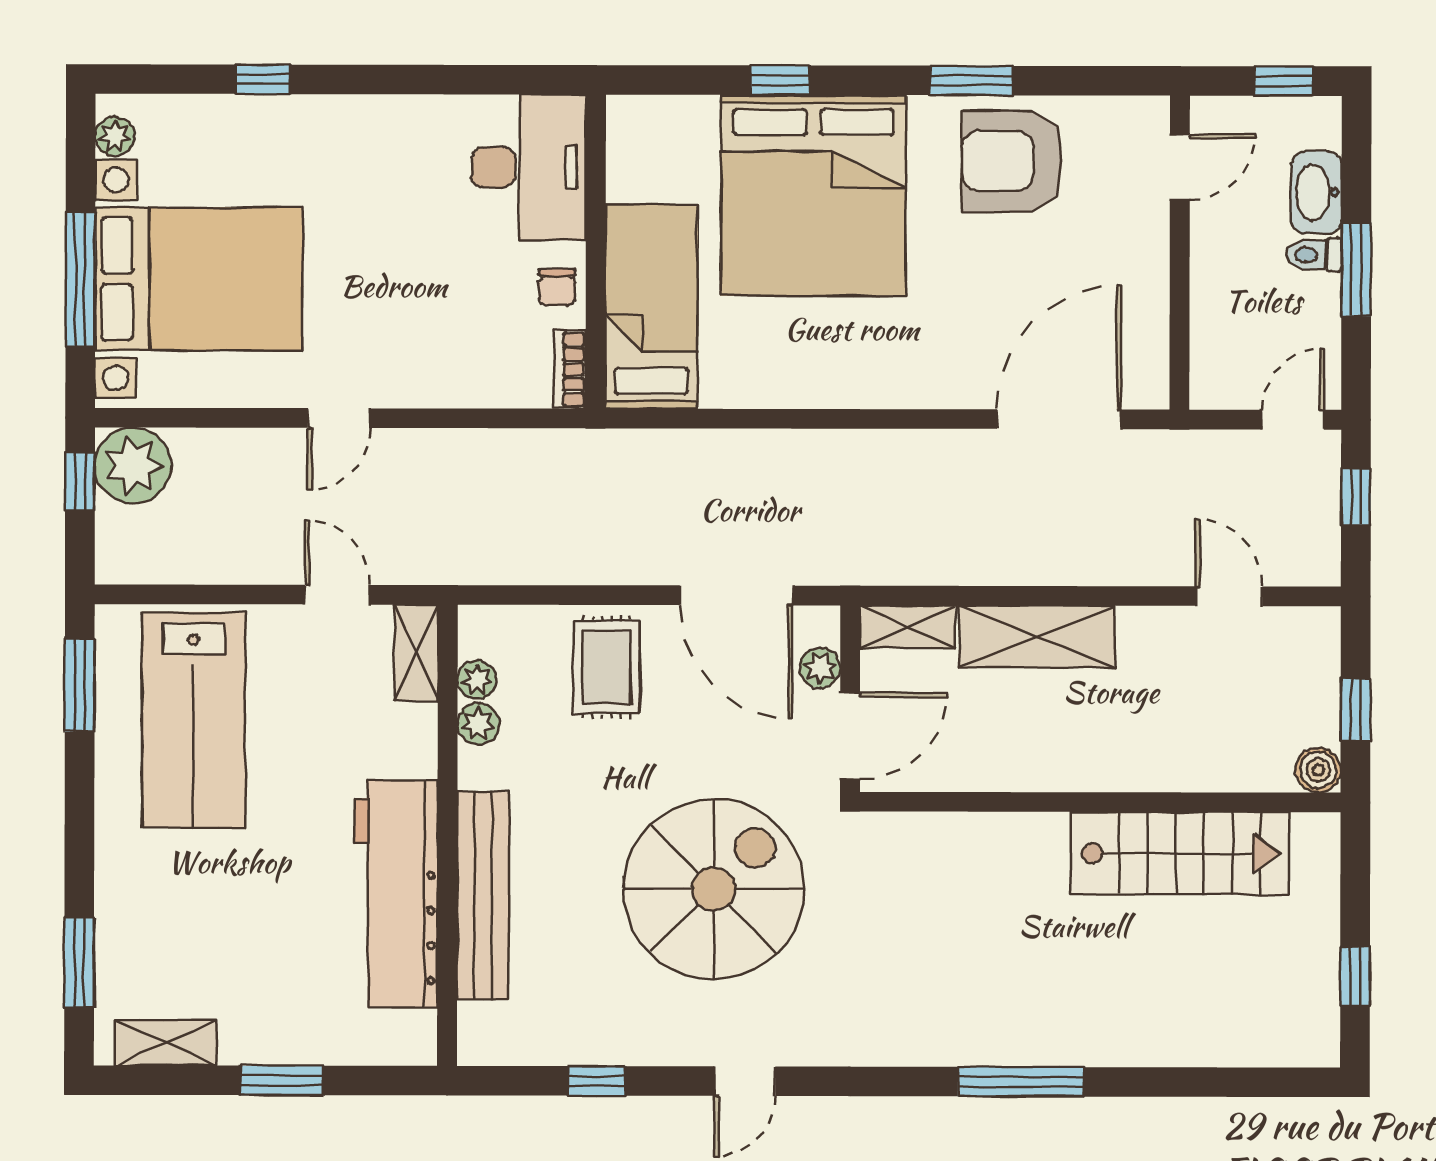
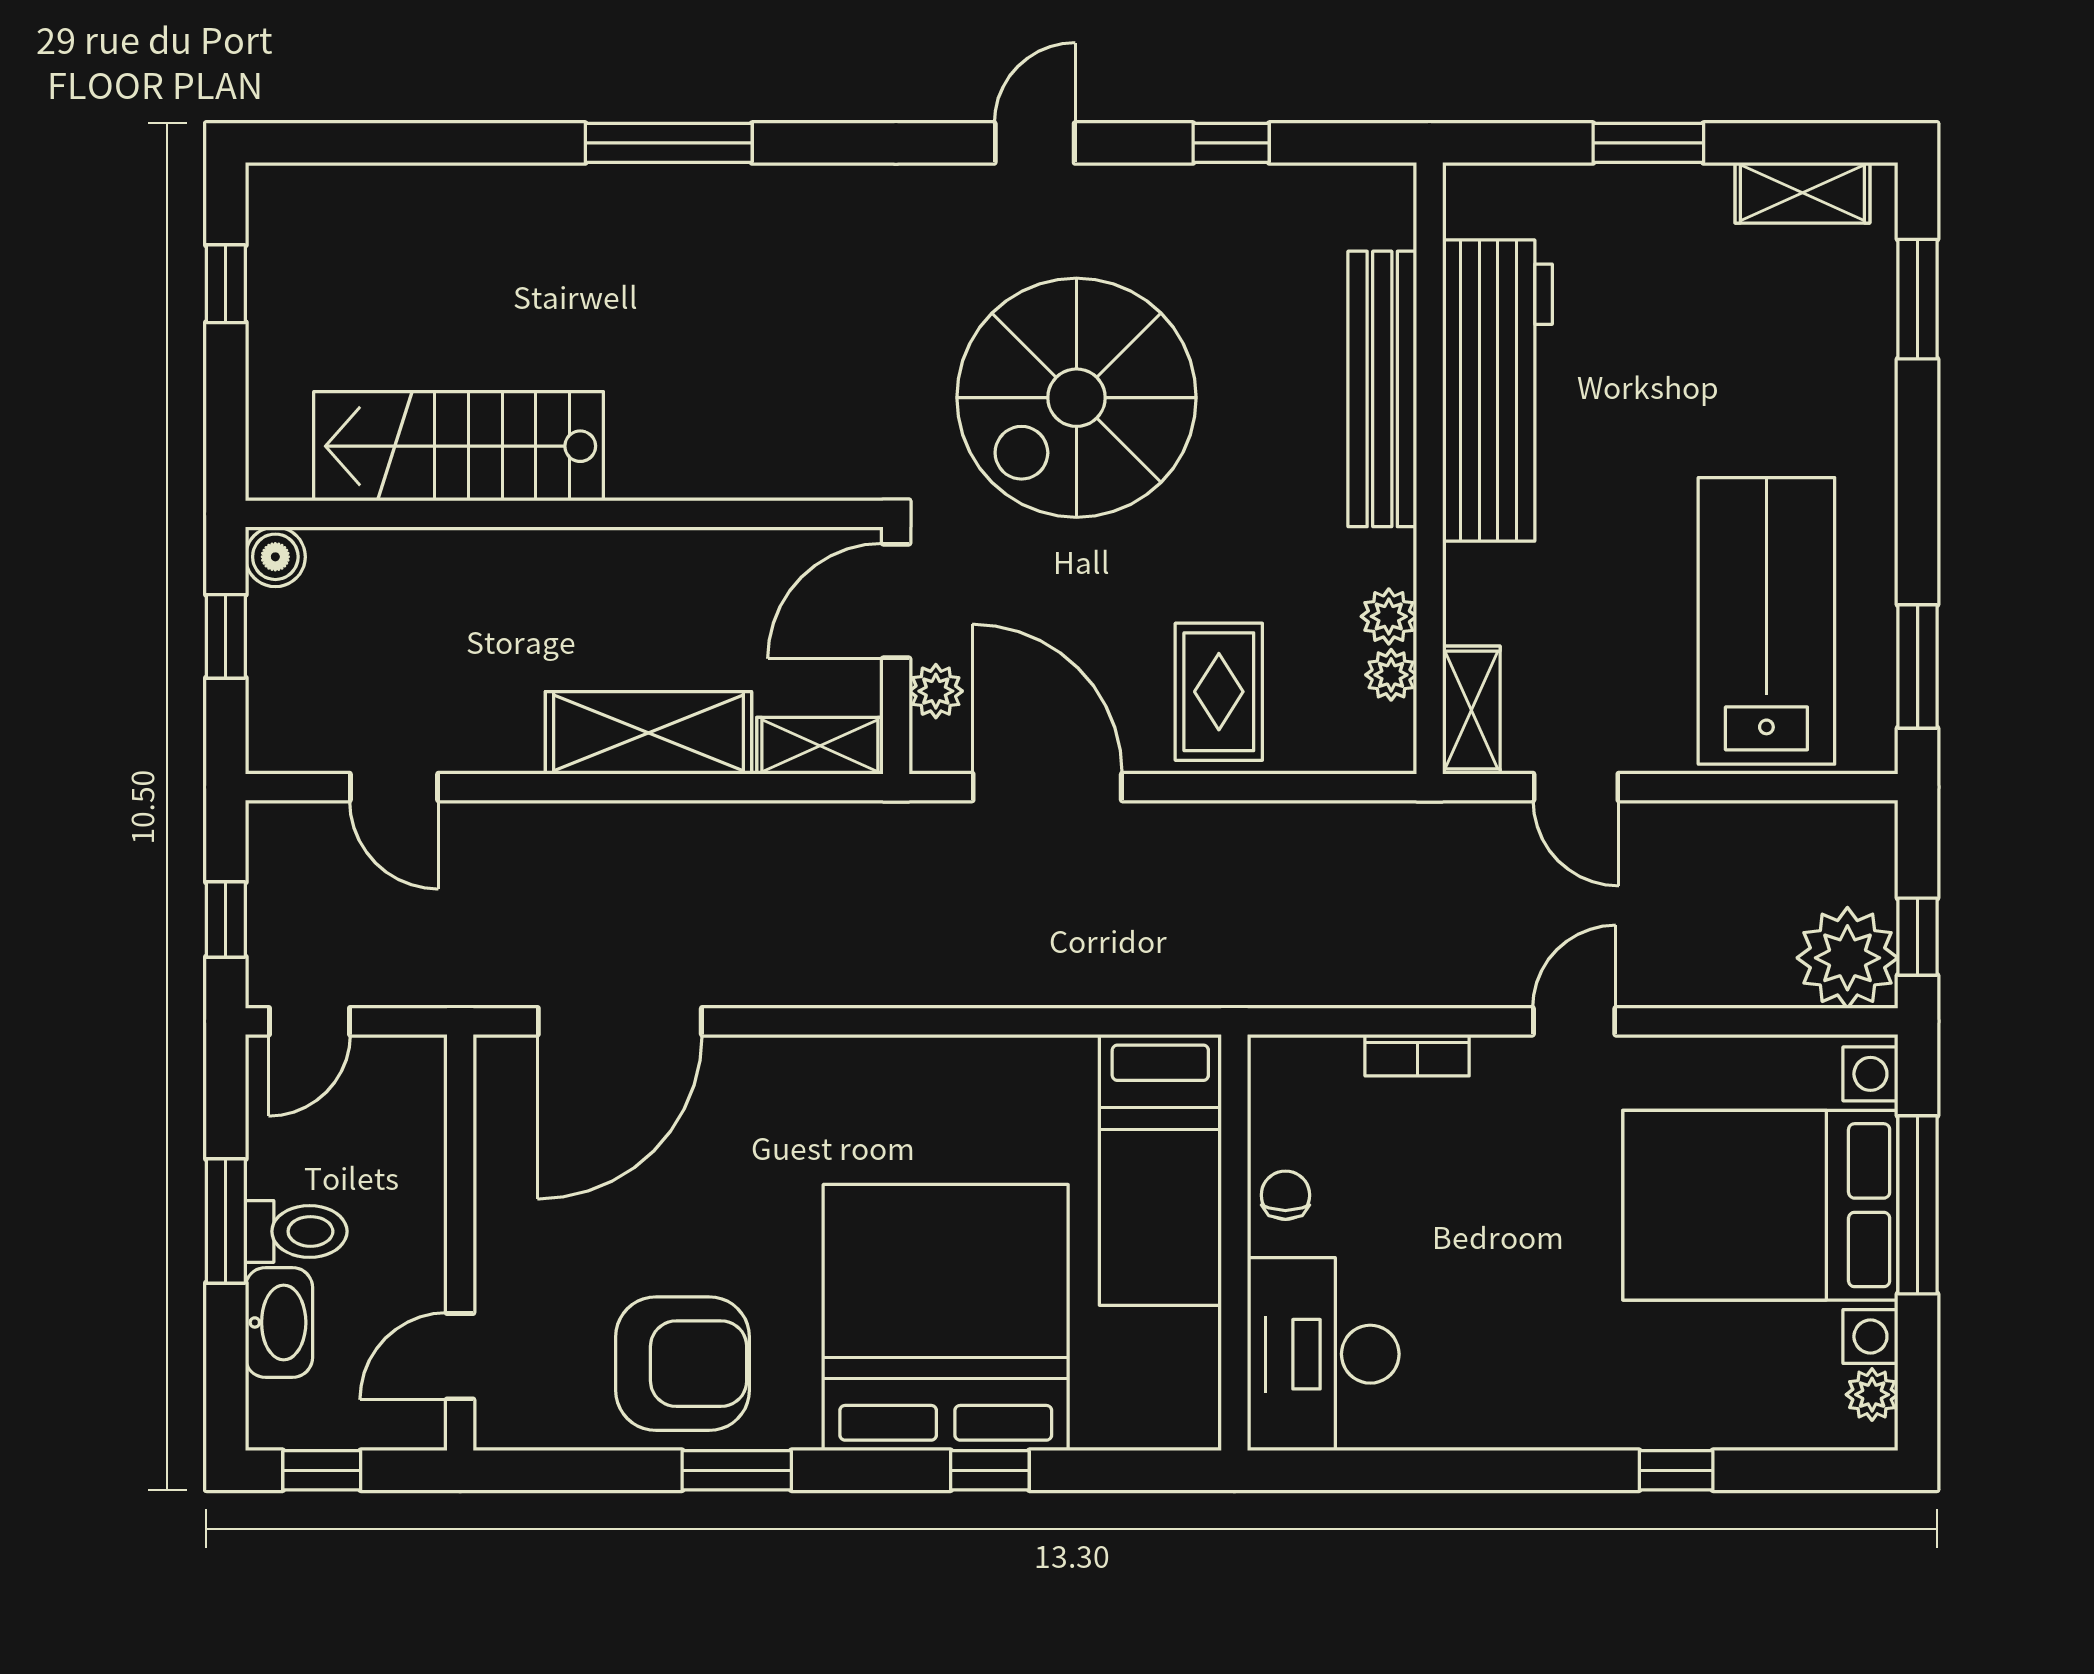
toilet: (1314, 255) -> (296, 1231), width x1.37, depth x1.39
bookcase: (570, 369) -> (1417, 1055), moved, turned 90

